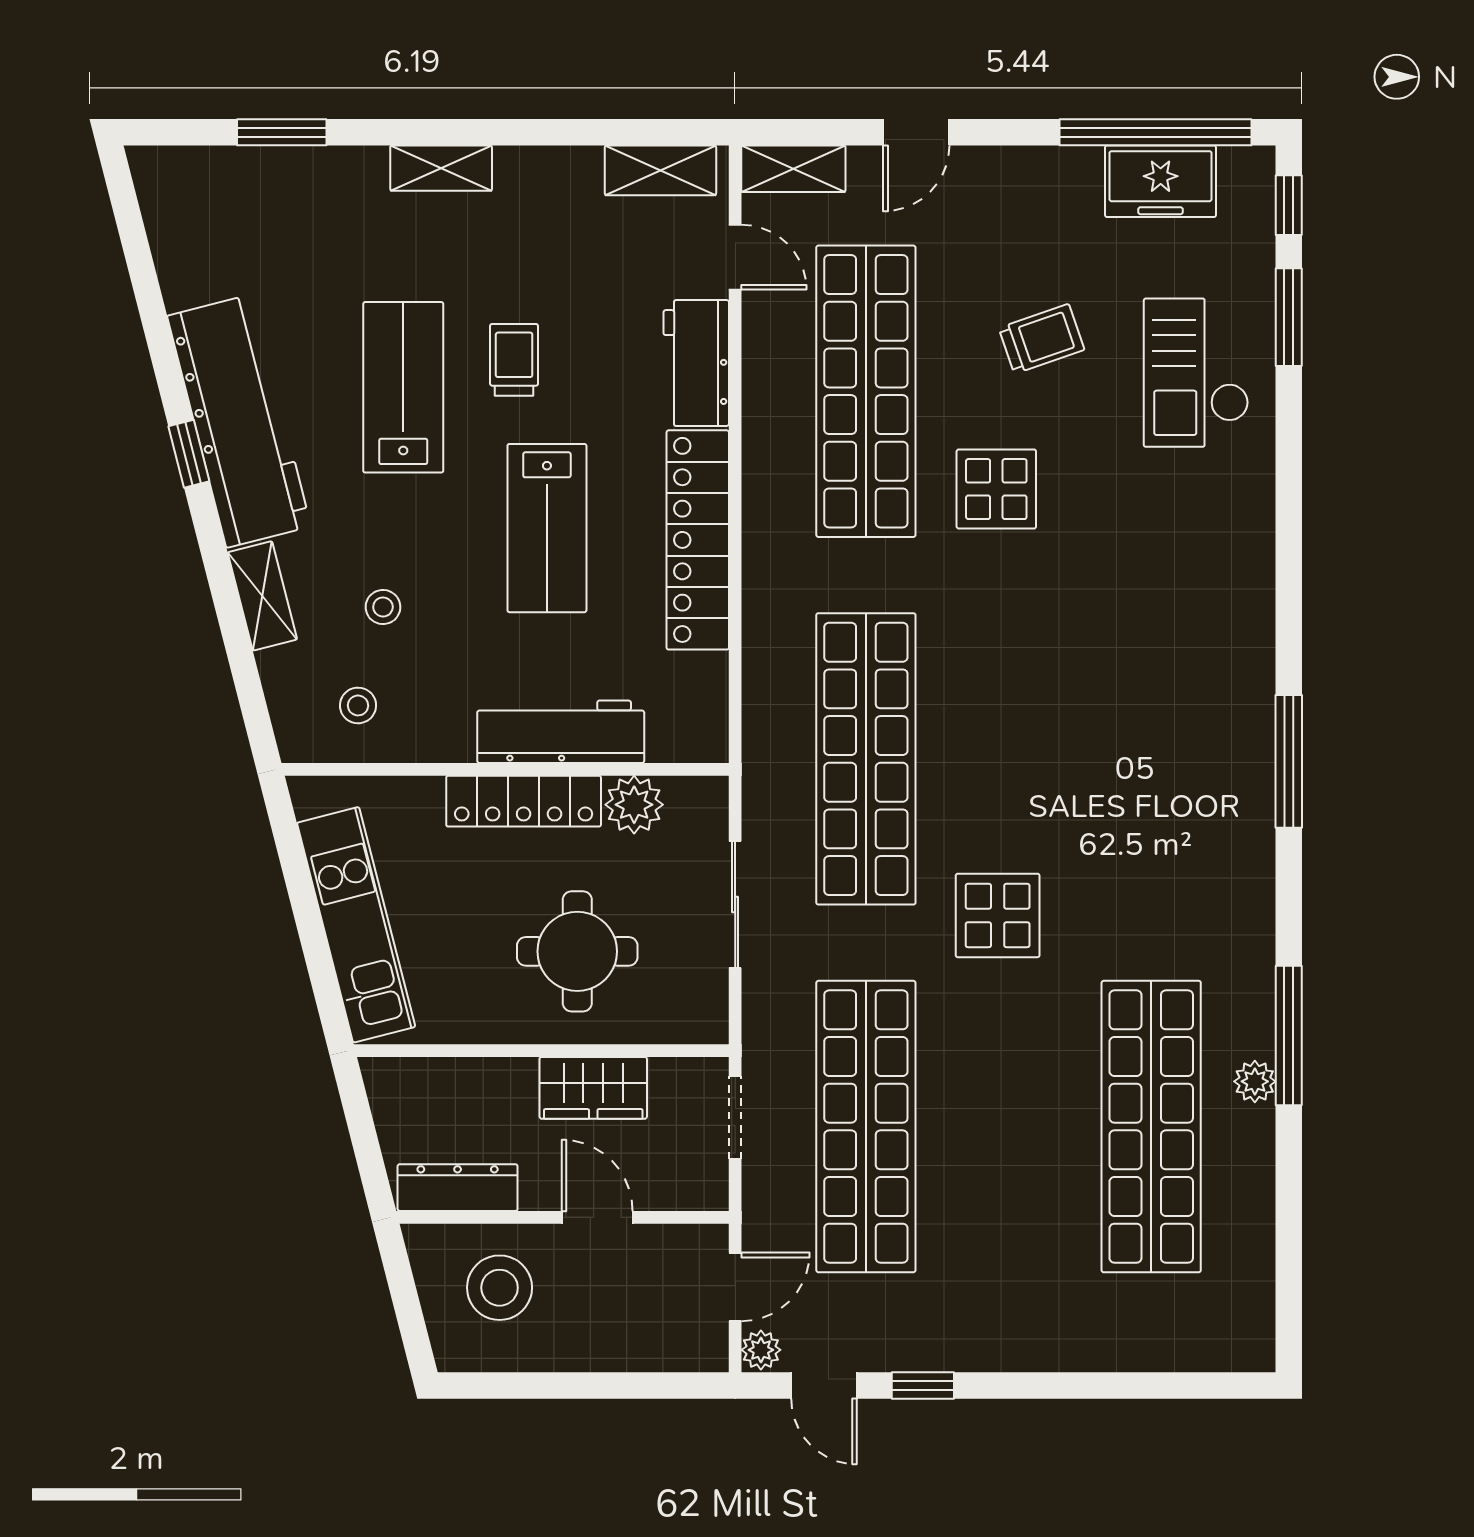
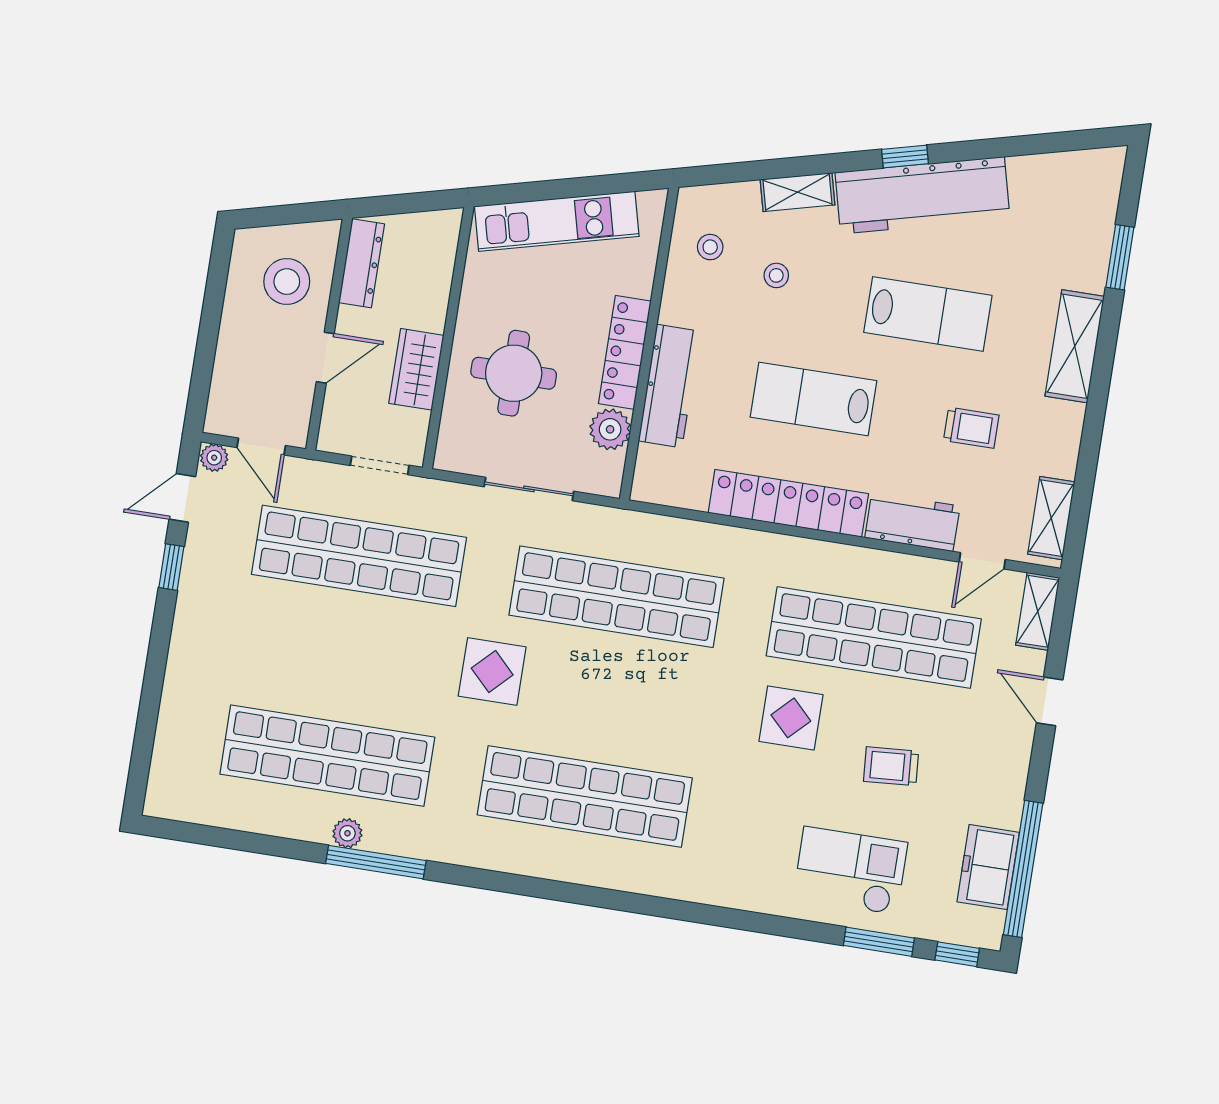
shelving: (441, 168) -> (1075, 346), width x1.50, depth x1.33
trolley: (1042, 339) -> (891, 766), turned 105
trolley: (514, 360) -> (971, 428), moved
shop shelf: (1151, 759) -> (585, 796), added
window: (1289, 761) -> (568, 892), removed

